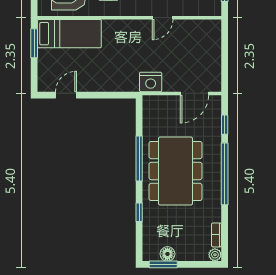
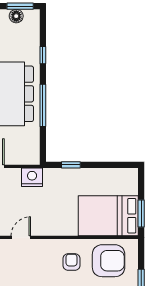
bed: (69, 34) -> (108, 216), width x1.50
door: (66, 95) -> (111, 165), removed
window: (109, 95) -> (71, 165), added

